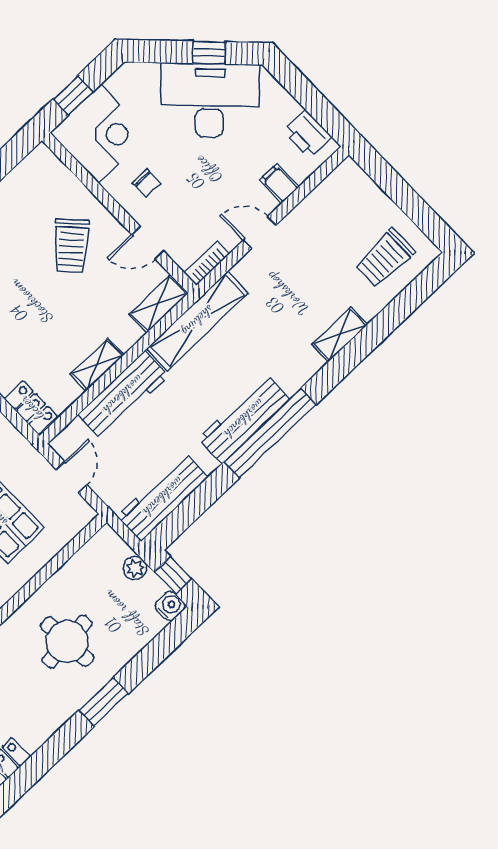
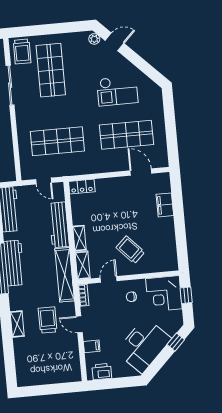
window: (209, 53) -> (176, 342), moved
door: (260, 233) -> (79, 324), swing flipped
trolley: (385, 258) -> (48, 320), moved
shelving: (97, 365) -> (79, 238), moved

